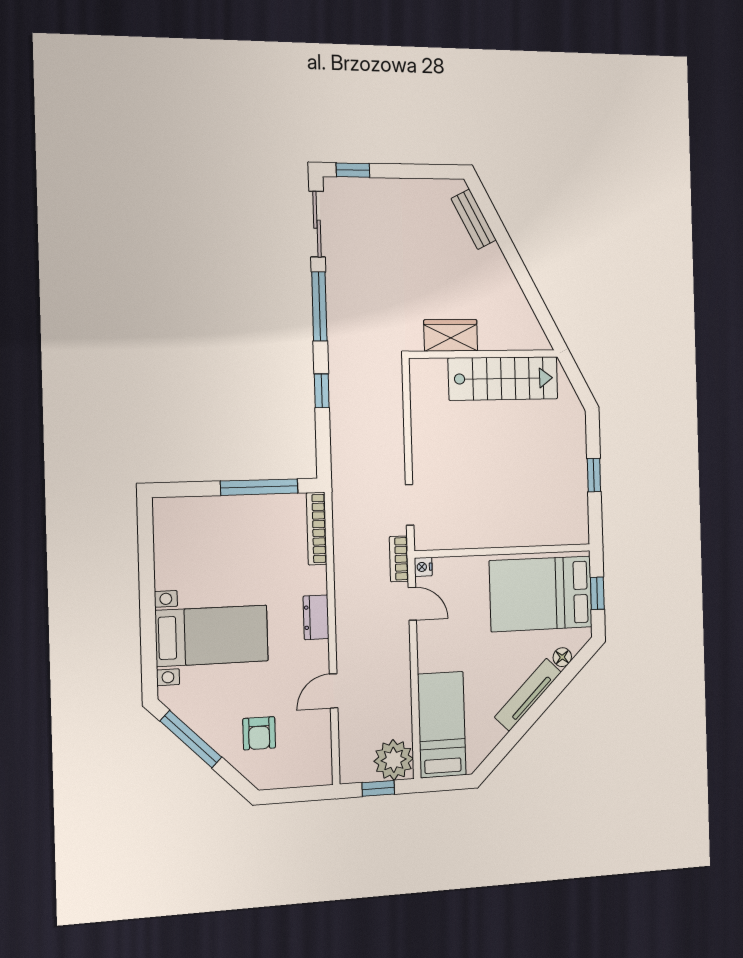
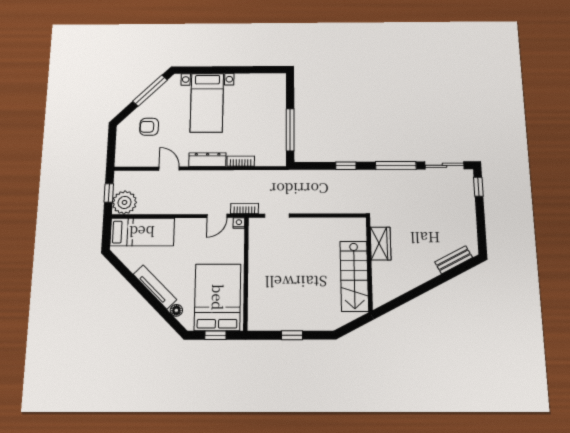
bookcase: (317, 529) -> (241, 161), moved, width x0.64
dresser: (316, 617) -> (207, 160), width x1.44

